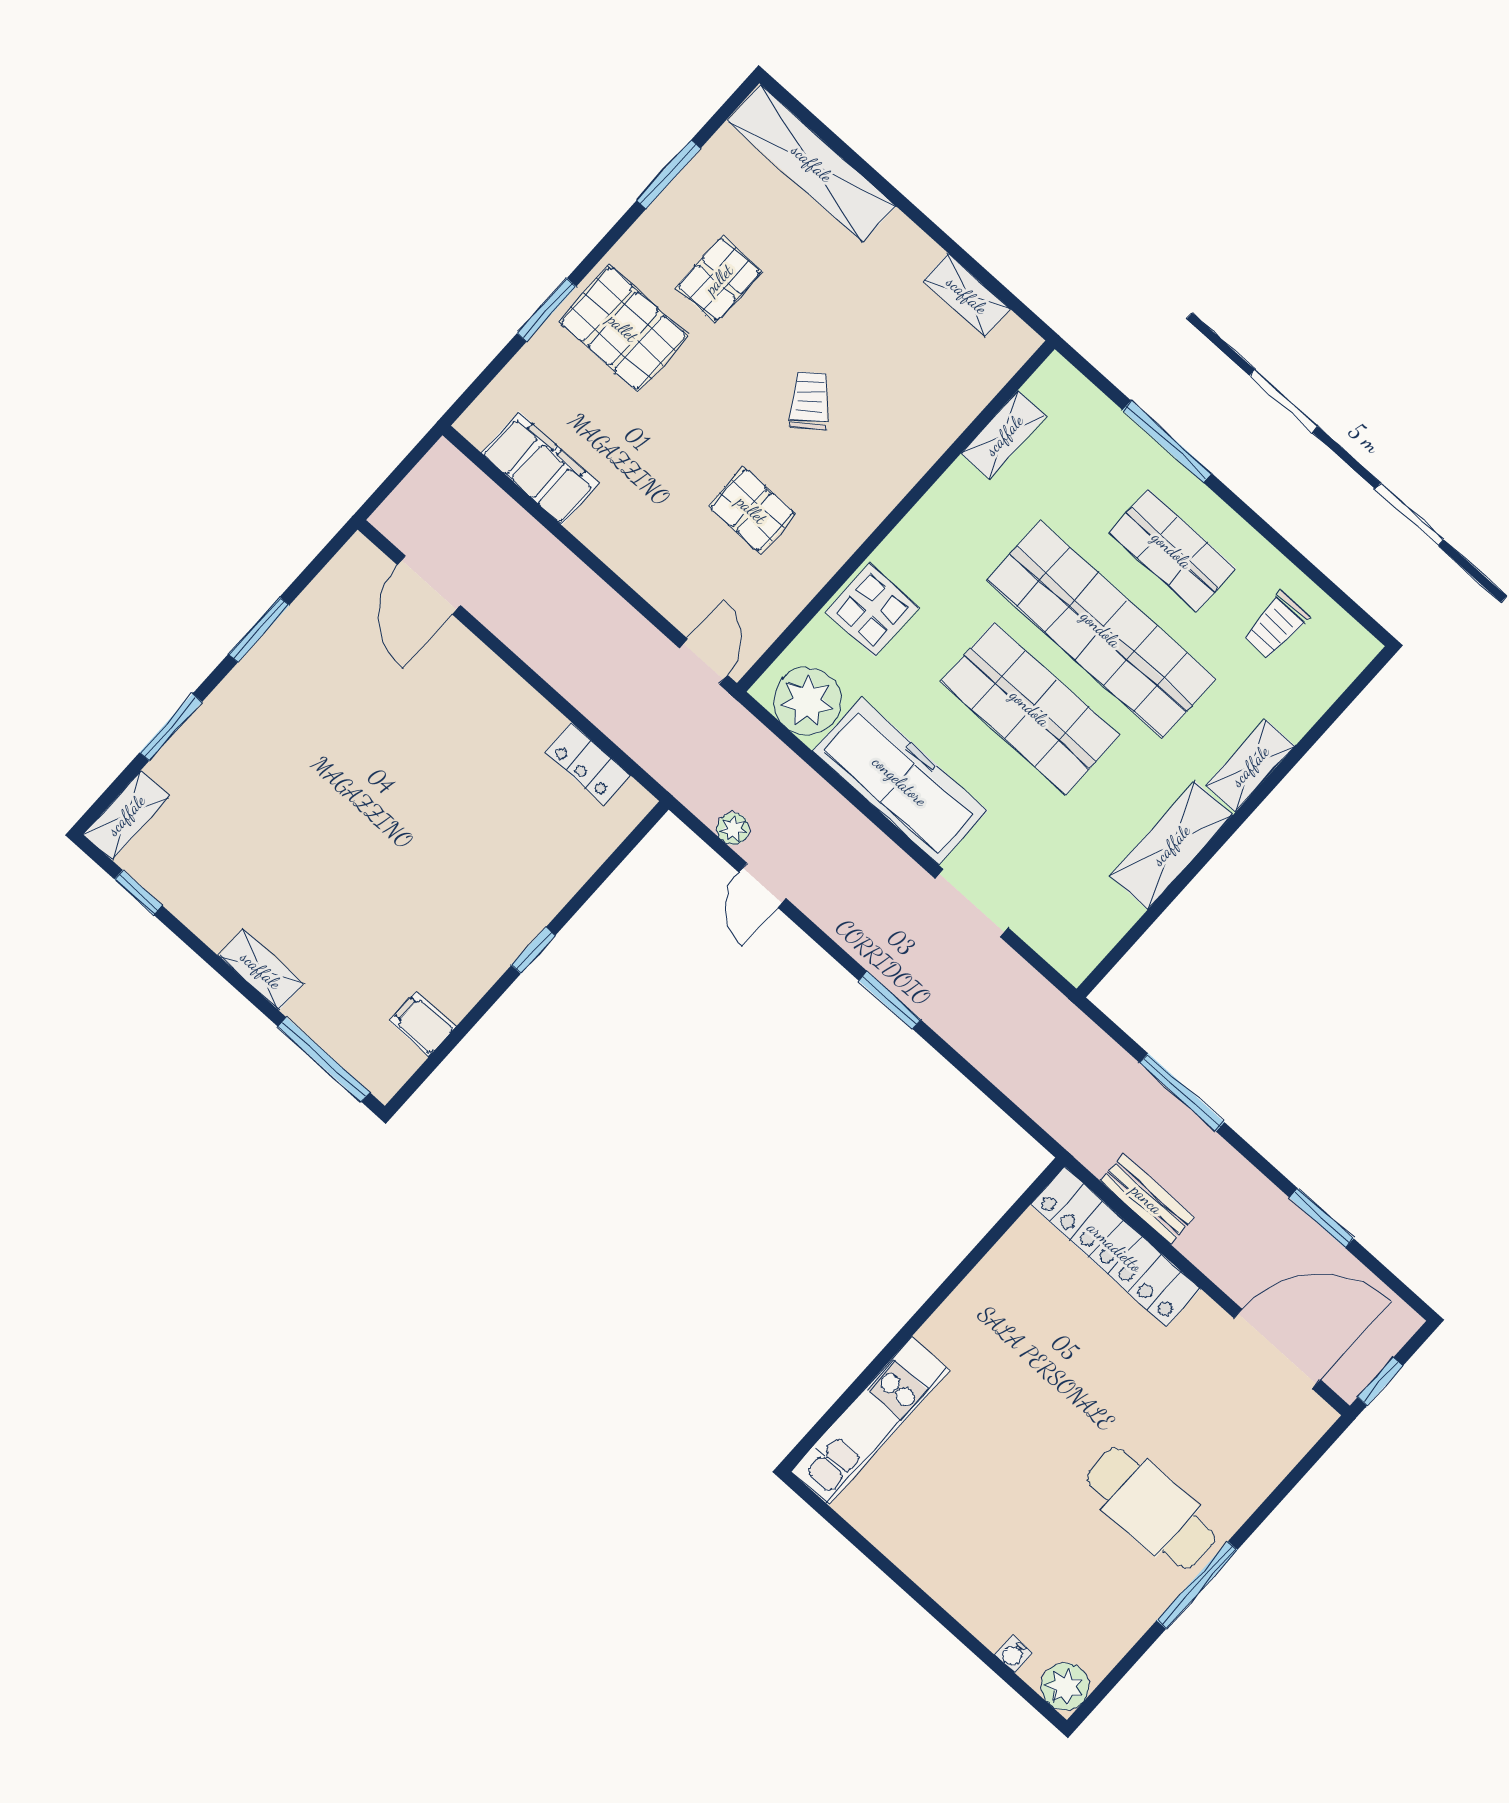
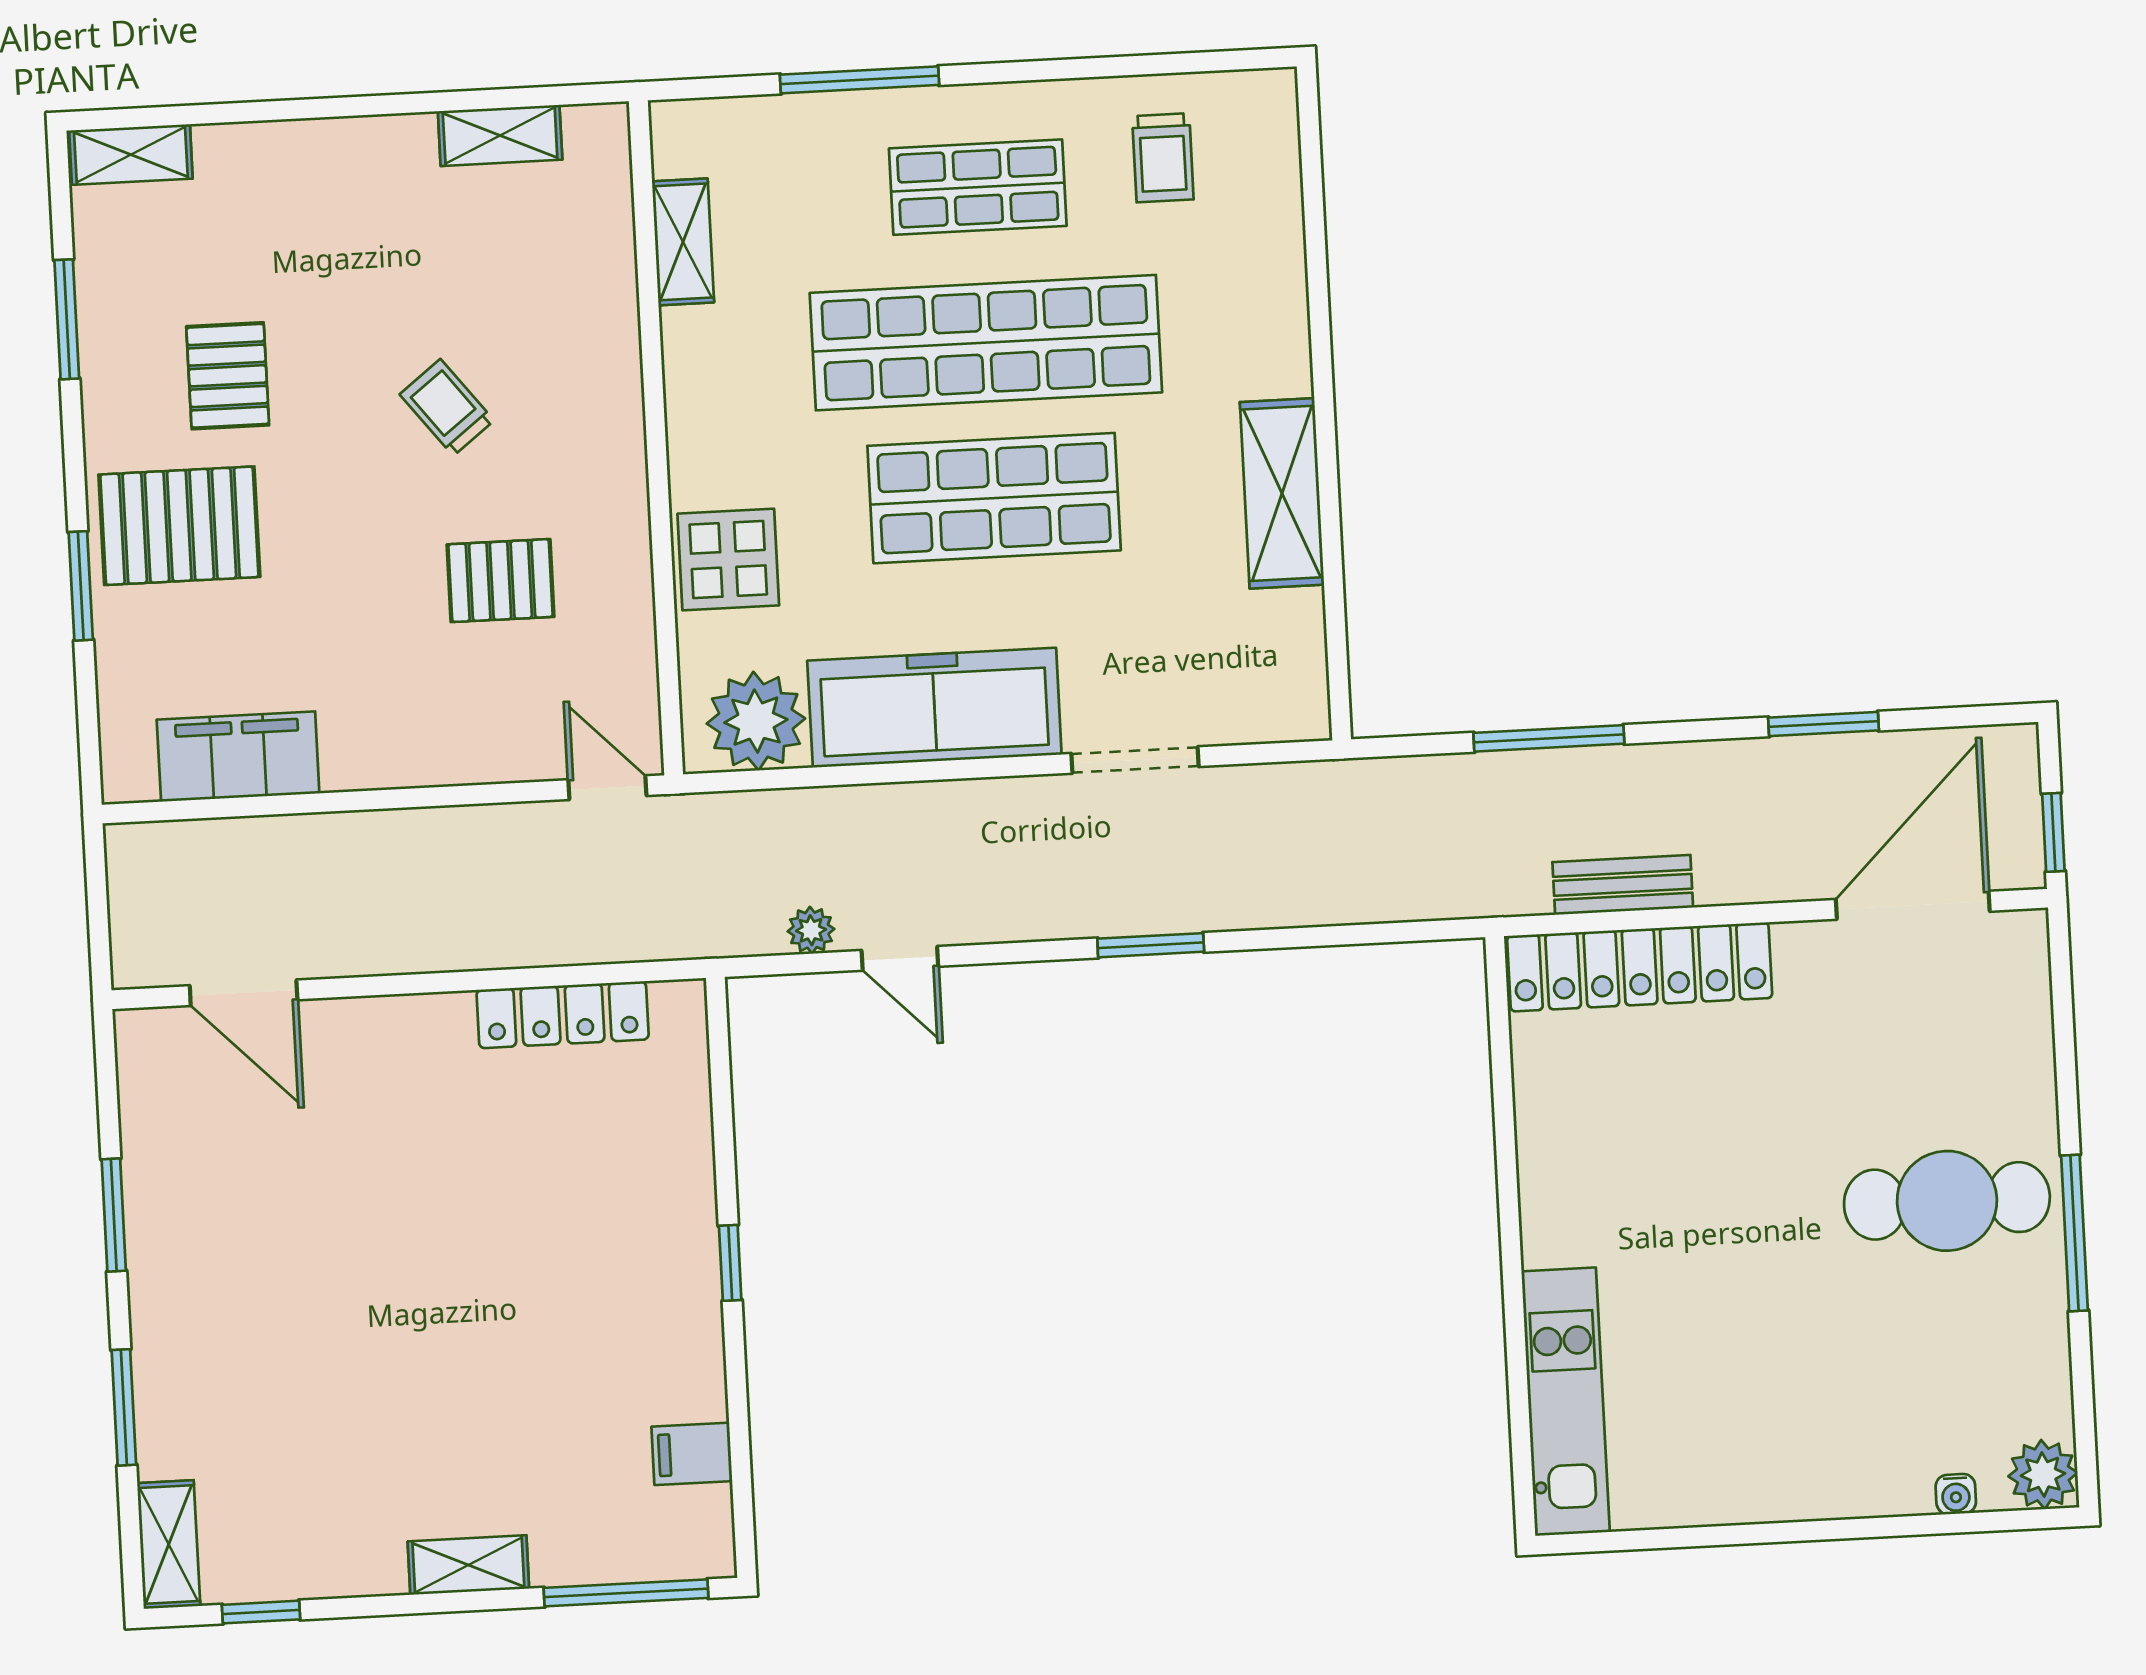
shelving: (812, 163) -> (131, 155), width x0.45, depth x0.75
locker: (588, 764) -> (563, 1015), width x1.53
shelving: (1250, 766) -> (1281, 329), removed

